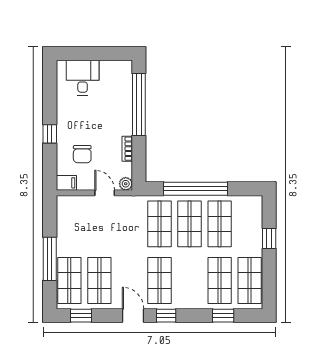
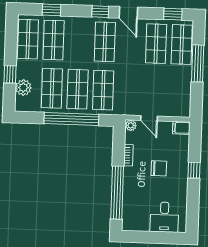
chair: (82, 154) -> (159, 168), moved, turned 90
plant: (253, 224) -> (23, 88), added

